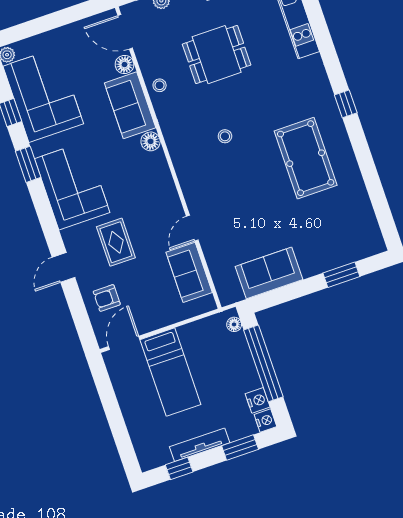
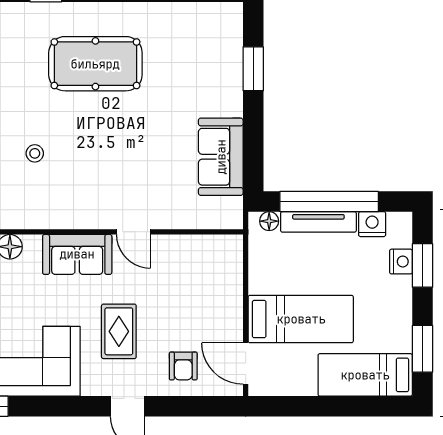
rug: (116, 242) -> (119, 331), turned 90
sofa: (189, 272) -> (77, 254), moved
nightstand: (265, 421) -> (401, 262), moved, turned 90
bed: (146, 433) -> (365, 375), added
tv unit: (200, 445) -> (318, 222), moved, turned -90
window: (179, 468) -> (422, 349), width x1.50

